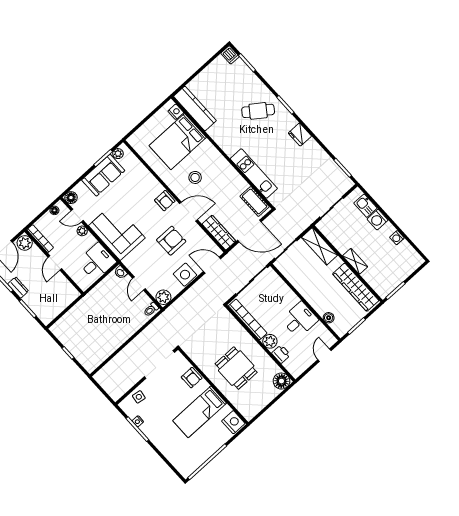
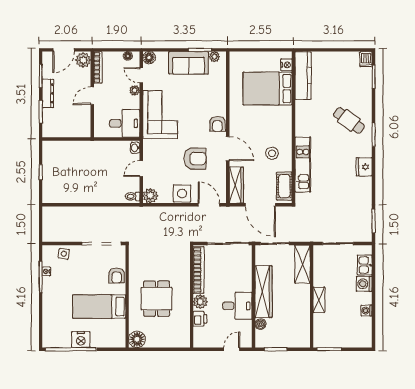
stool: (195, 177) -> (272, 153), moved
wardrobe: (356, 287) -> (264, 292), moved, turned 180
dresser: (18, 288) -> (48, 93), width x1.44
floor lamp: (281, 381) -> (137, 339), moved
nightstand: (233, 422) -> (81, 340), moved, turned 90

